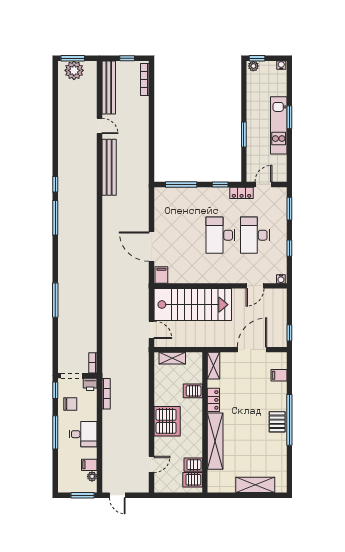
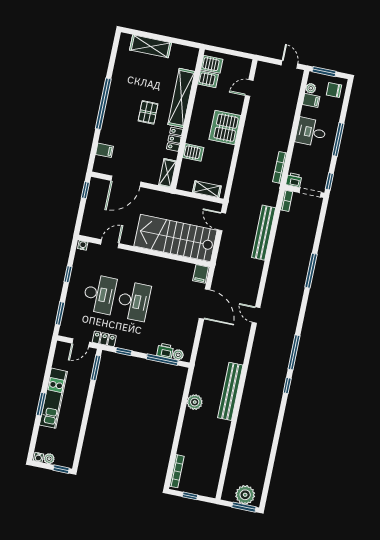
plant: (253, 66) -> (49, 459), moved
bench: (109, 87) -> (264, 233), moved
door: (100, 126) -> (256, 315), moved
window: (244, 134) -> (96, 368), moved
plant: (141, 150) -> (195, 402), added
plant: (167, 192) -> (178, 355), added
printer: (180, 194) -> (165, 351), added
chair: (70, 404) -> (334, 90), moved
pallet: (277, 422) -> (148, 112), moved

